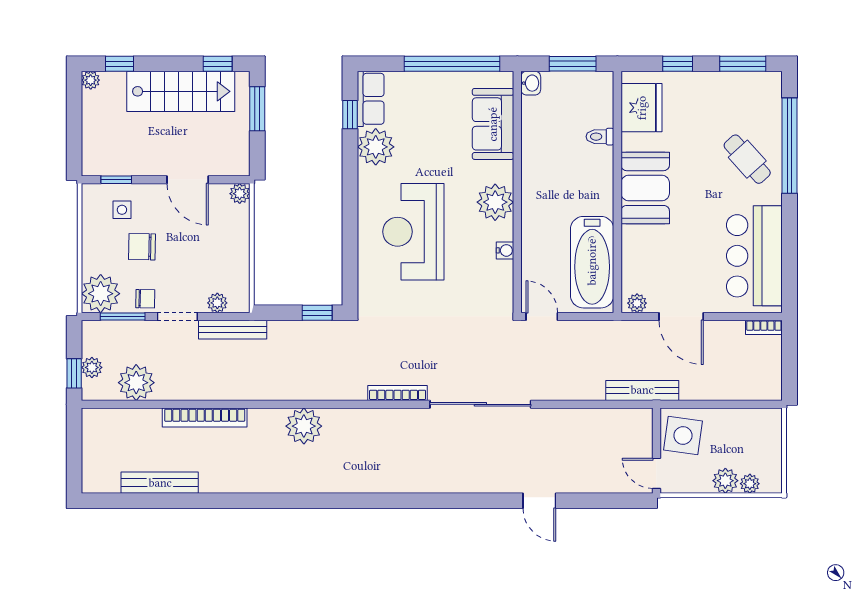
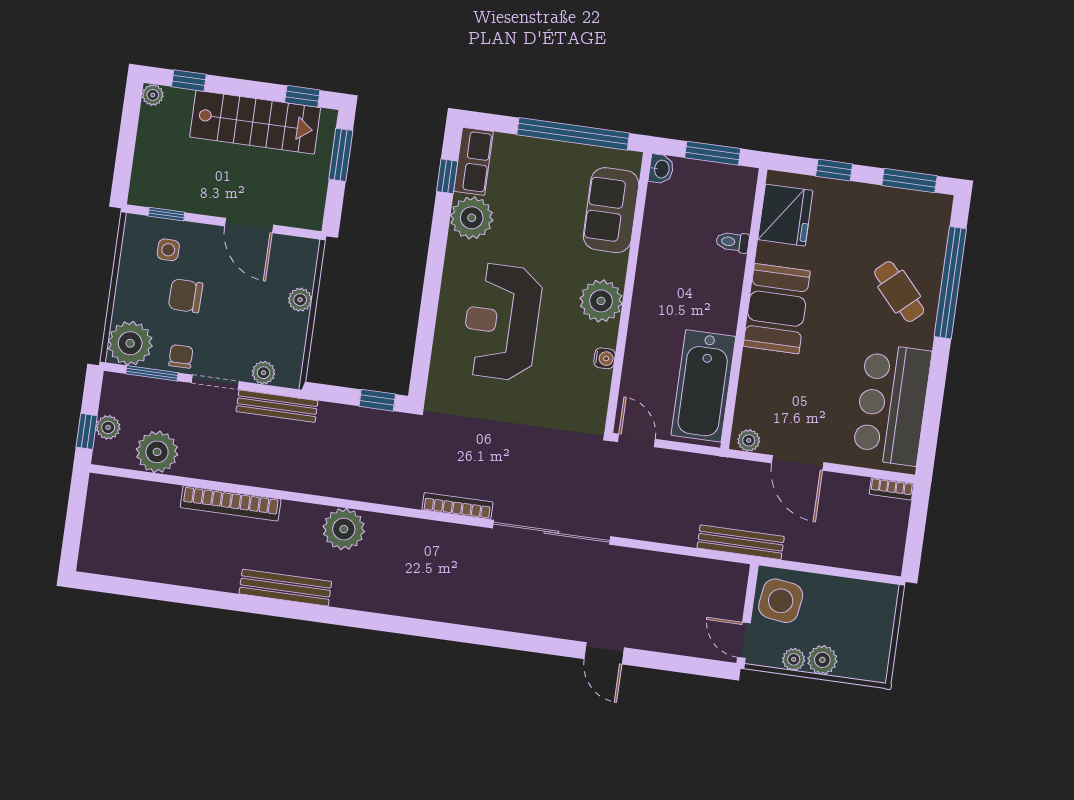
plant: (240, 194) -> (300, 300), moved
chair: (145, 299) -> (181, 356), turned -91
bench: (160, 483) -> (285, 588), moved
plant: (750, 484) -> (794, 659), moved

